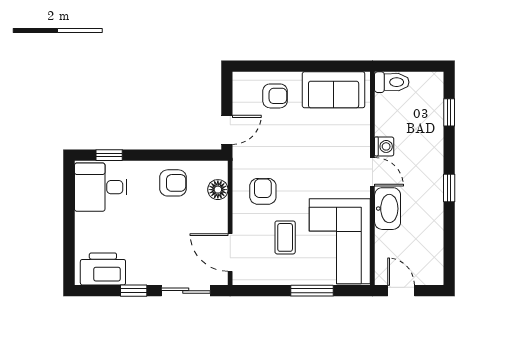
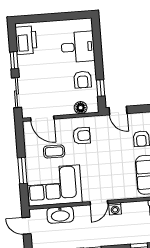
window: (109, 155) -> (101, 88), moved
desk: (101, 187) -> (78, 47), moved, turned 90
washbasin: (388, 209) -> (60, 215), moved
door: (230, 252) -> (42, 118), swing flipped
door: (401, 291) -> (27, 226), swing flipped

